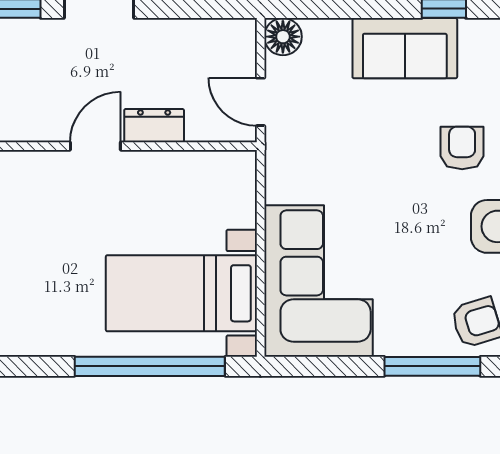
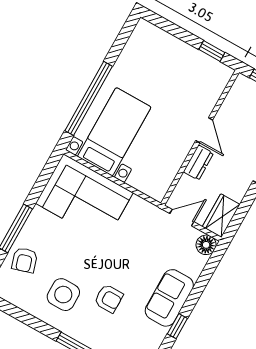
wardrobe: (221, 39) -> (221, 216), added

